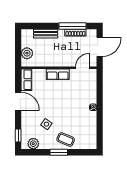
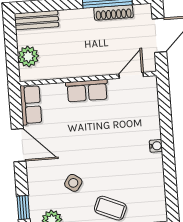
bench: (46, 34) -> (37, 20), moved

